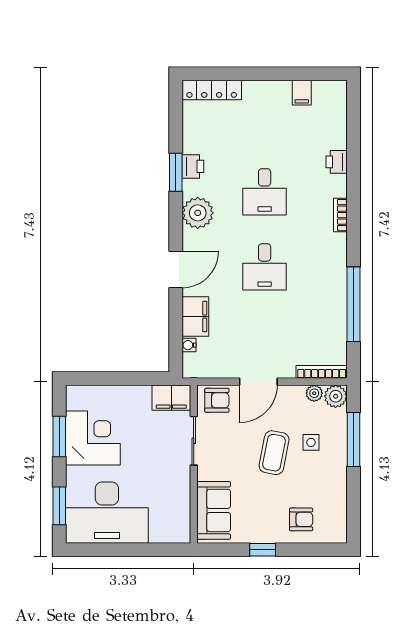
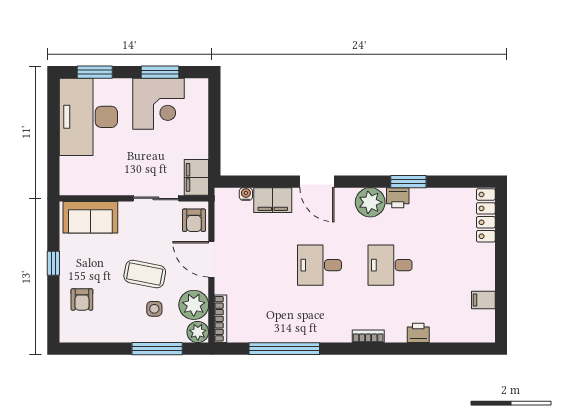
printer: (193, 166) -> (398, 198), moved
plant: (314, 393) -> (194, 305), width x1.88, depth x1.88

